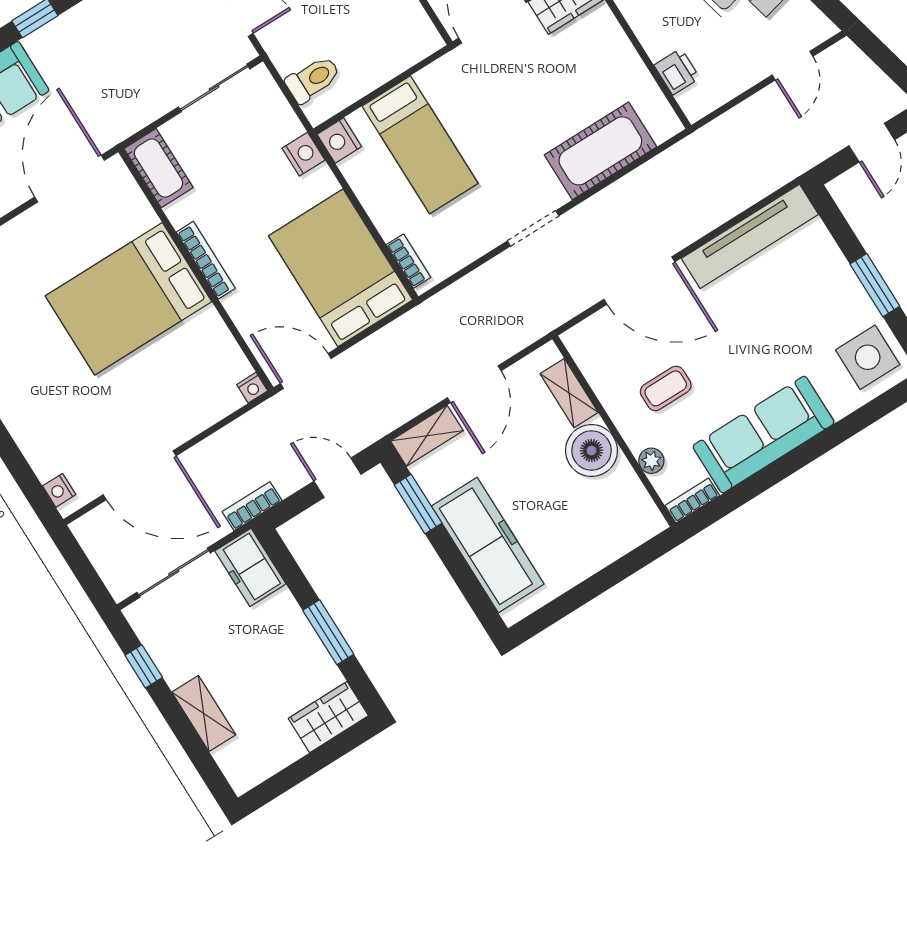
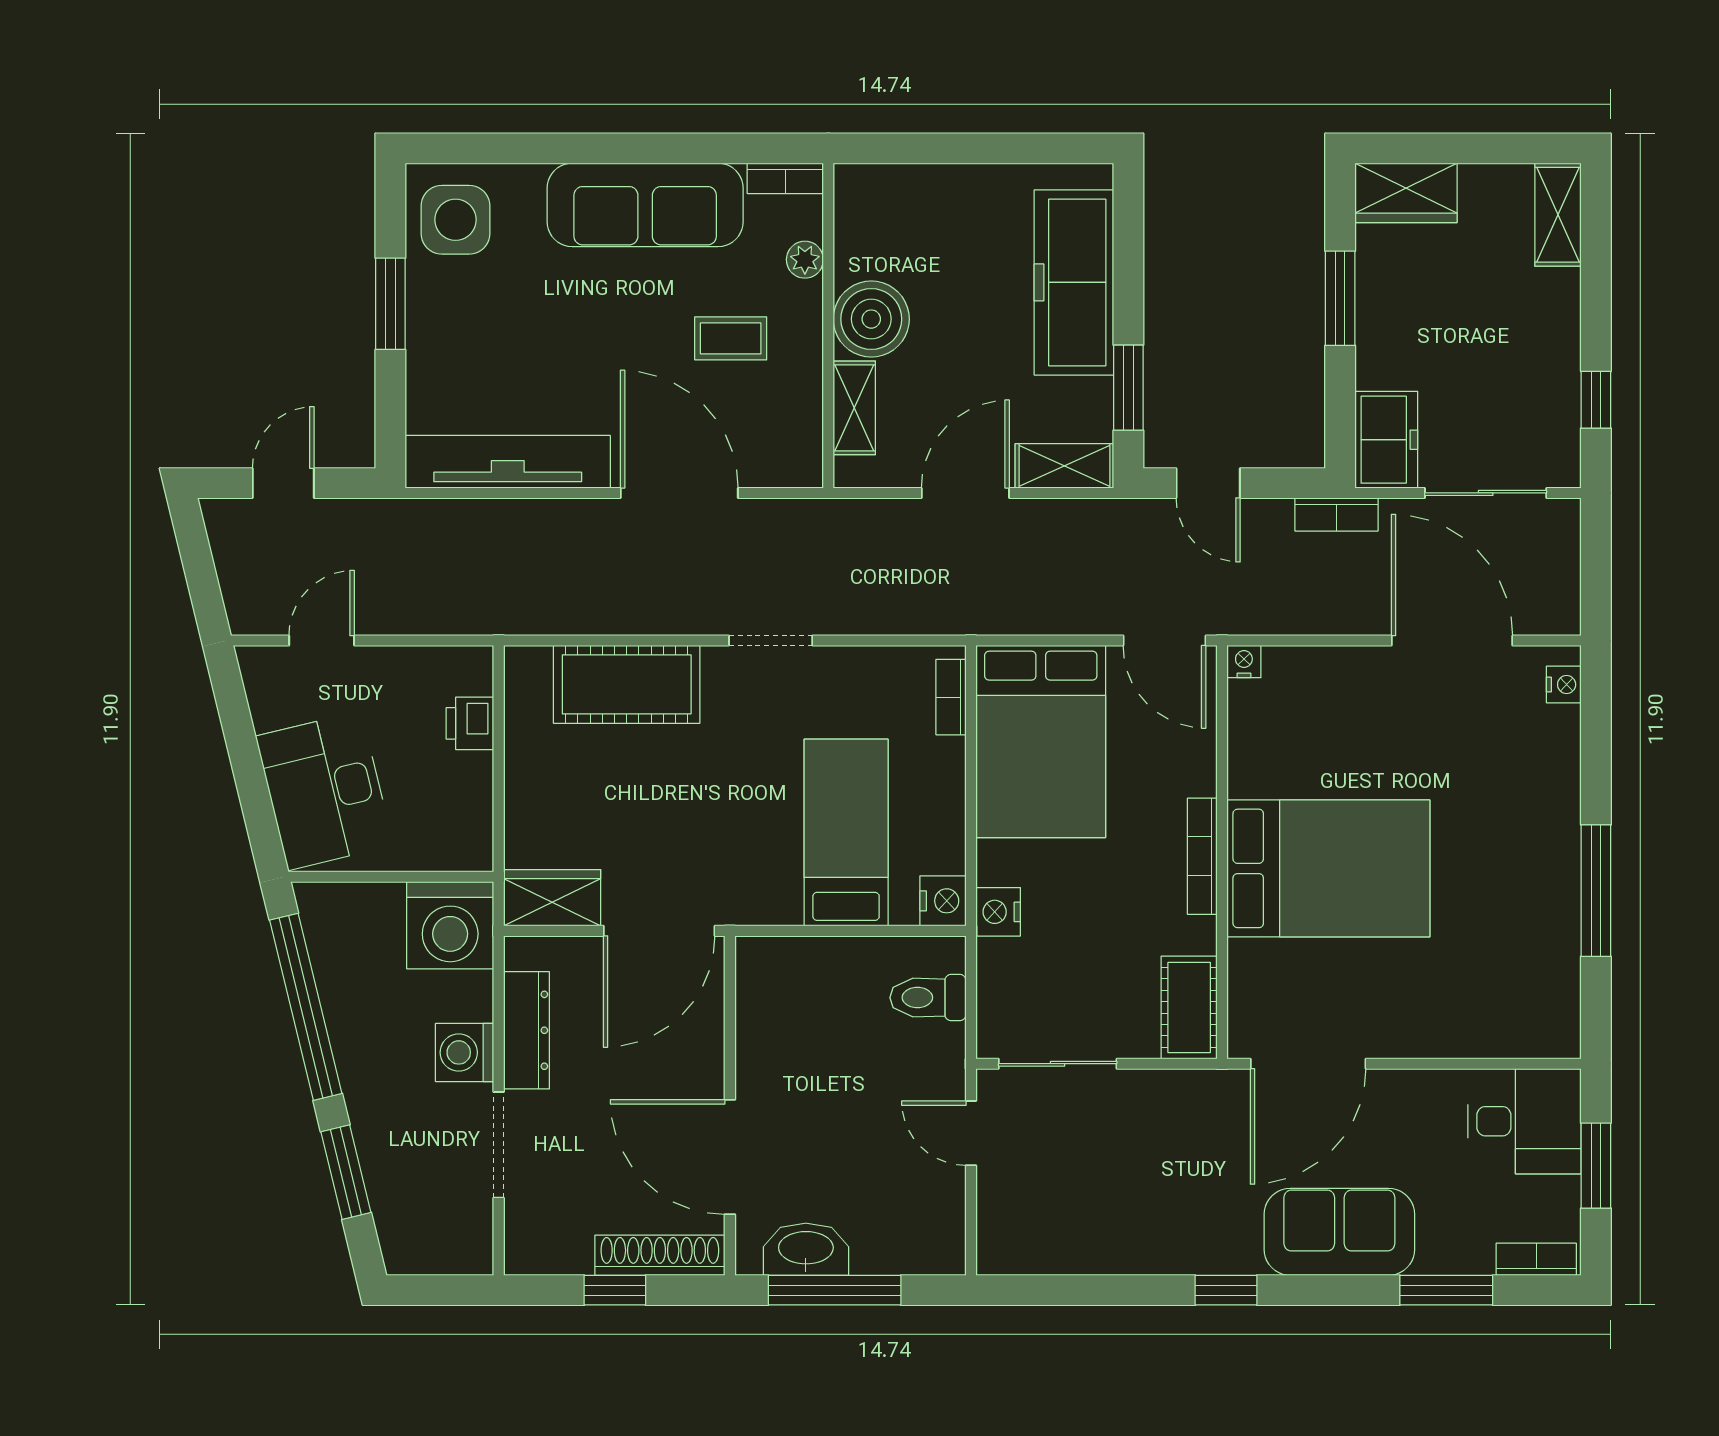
shelving: (204, 713) -> (1558, 215), moved

